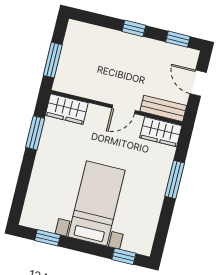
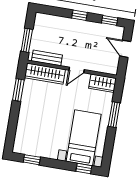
bench: (163, 108) -> (47, 58), moved
wardrobe: (67, 109) -> (45, 74), width x1.50
bed with nightstands: (97, 203) -> (84, 138), moved

